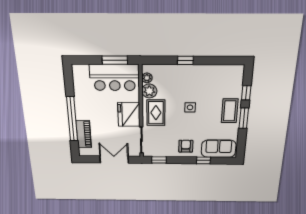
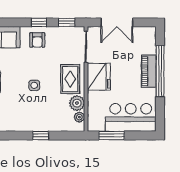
bar counter: (114, 77) -> (131, 117), moved
piano: (84, 134) -> (149, 71), moved
window: (203, 160) -> (39, 22), moved

